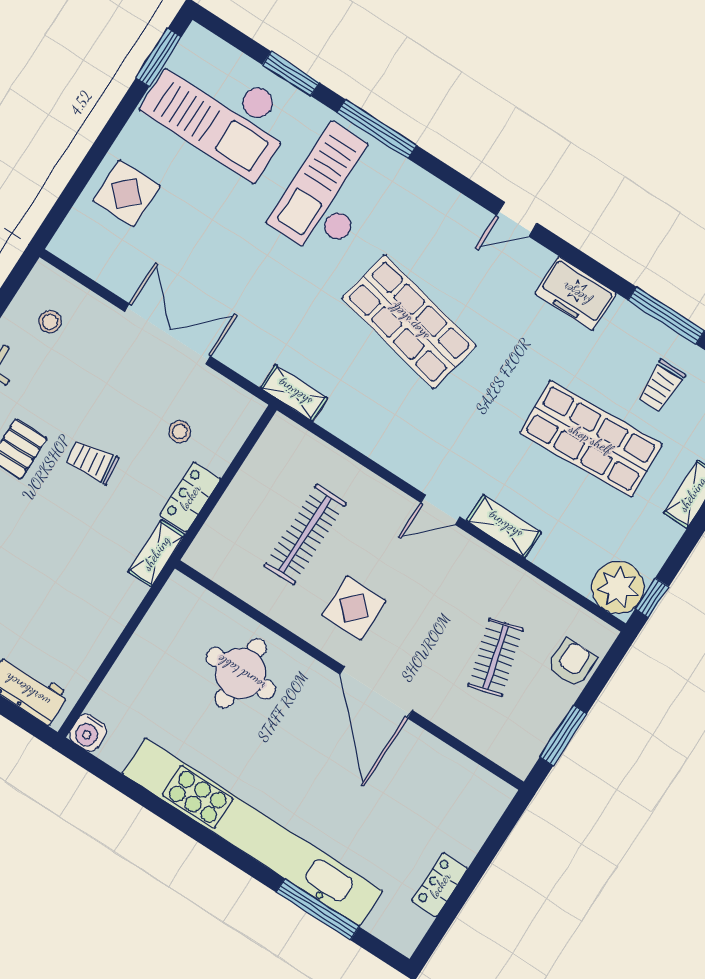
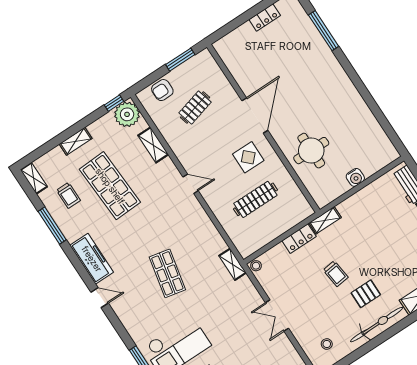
freezer: (576, 294) -> (92, 259), width x1.40
shop shelf: (409, 322) -> (167, 273), width x0.70, depth x0.74
double door: (167, 334) -> (277, 315), width x0.73
trolley: (661, 386) -> (68, 195), turned 90
stool: (180, 432) -> (256, 266), moved
shelving: (504, 526) -> (153, 145), moved
water cooler: (88, 733) -> (355, 177), moved, turned 90
kitchen unit: (252, 832) -> (337, 78), removed

